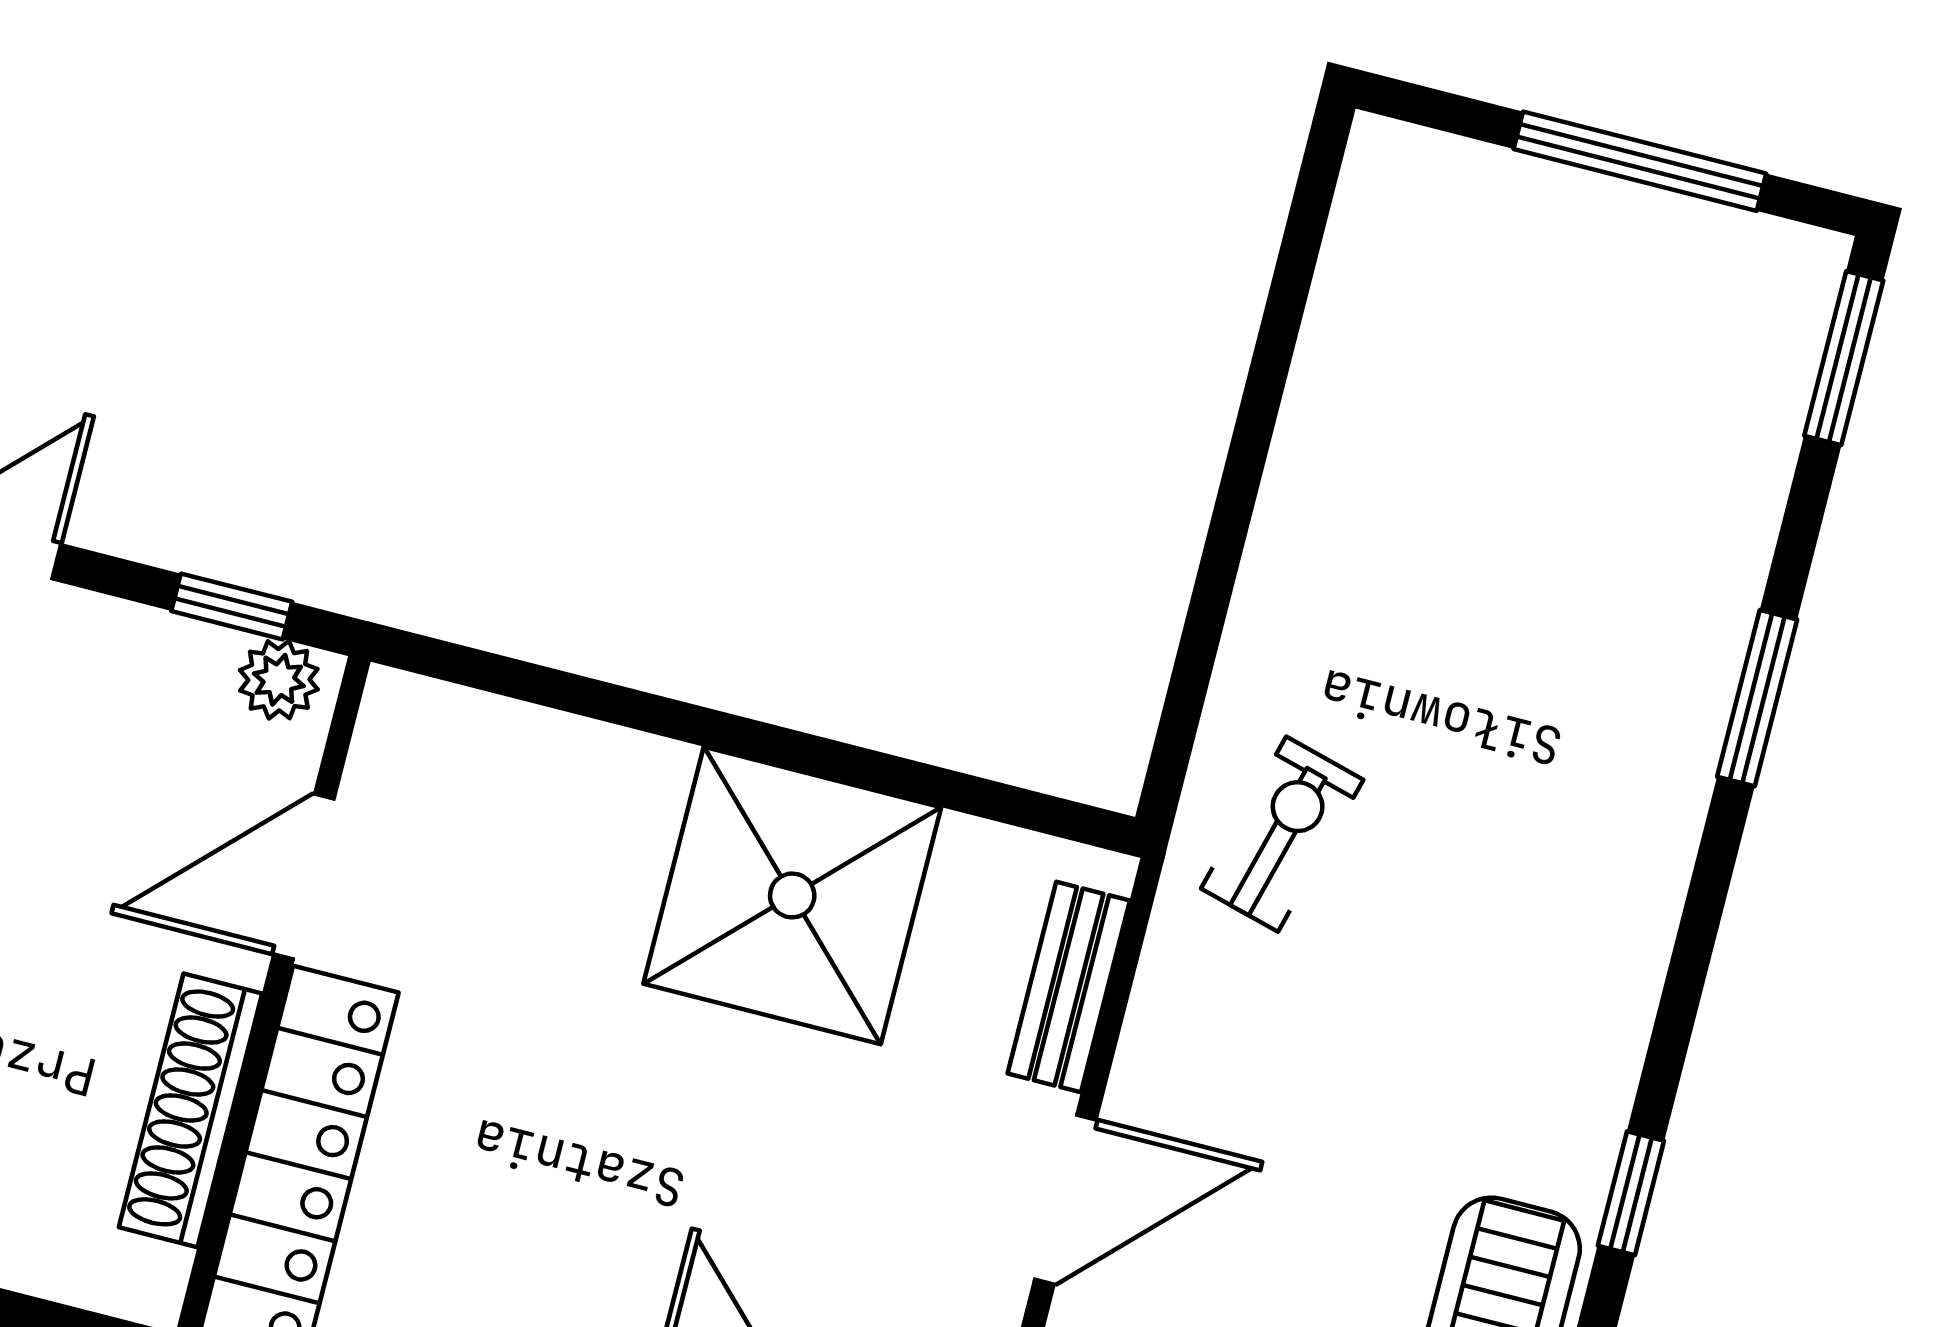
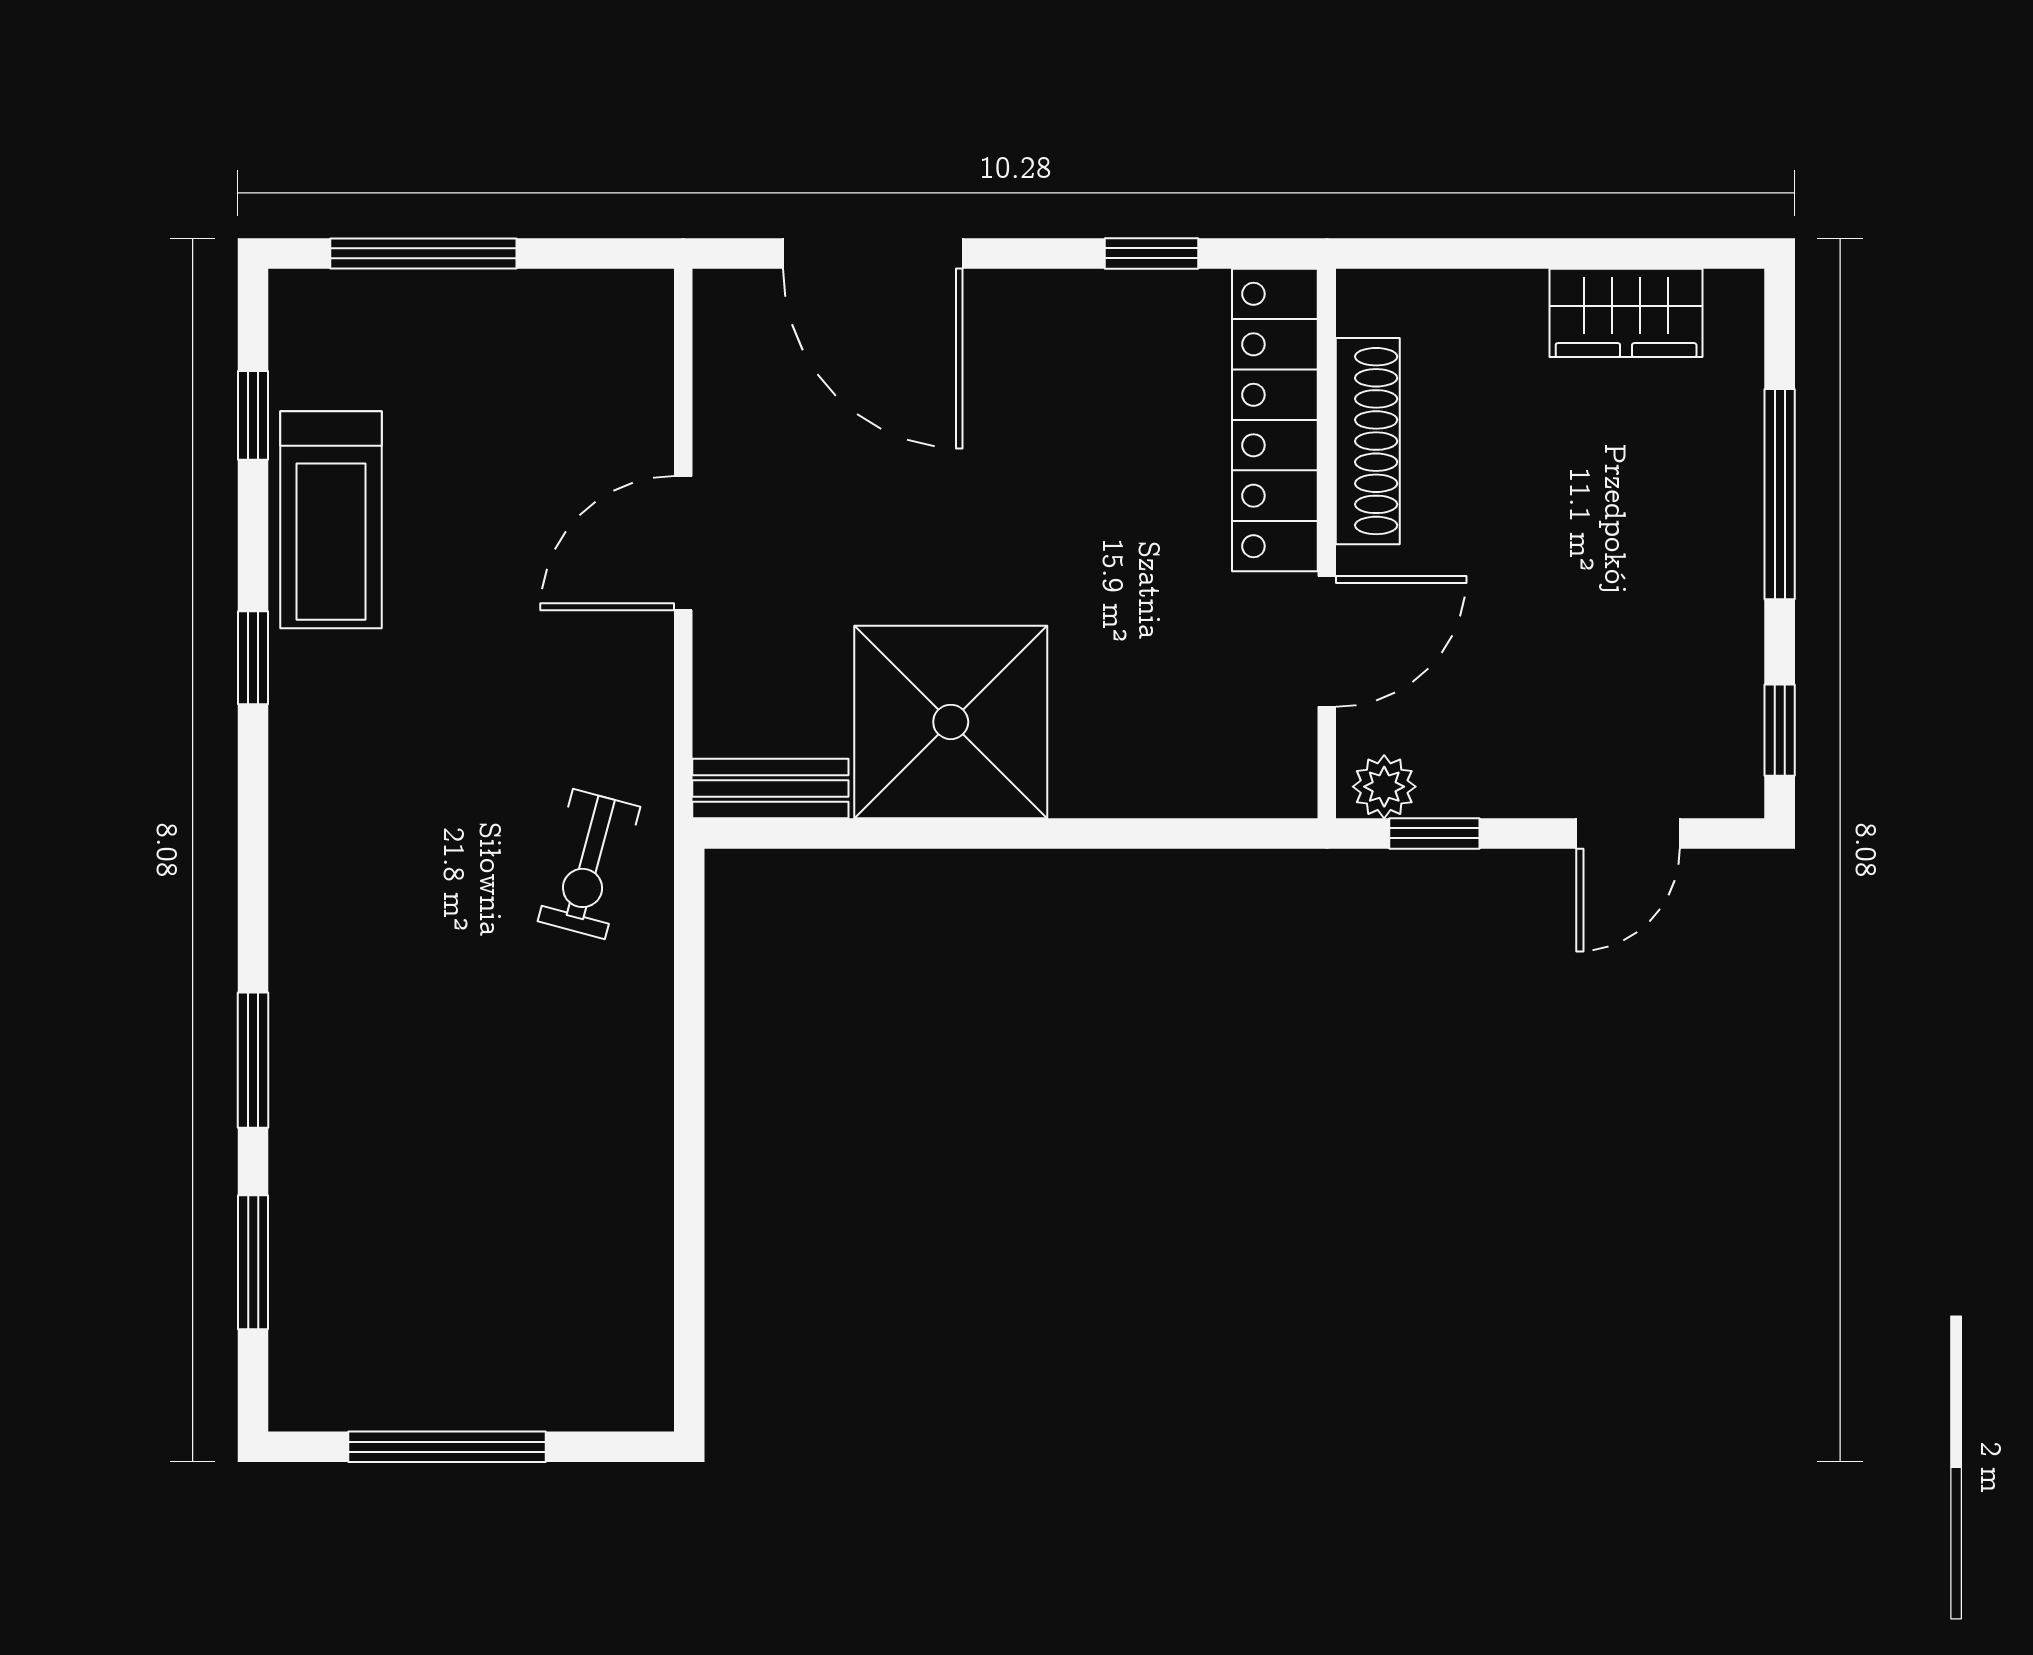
window: (1844, 358) -> (253, 1262), moved
bench: (1069, 987) -> (770, 789), moved, turned 90

